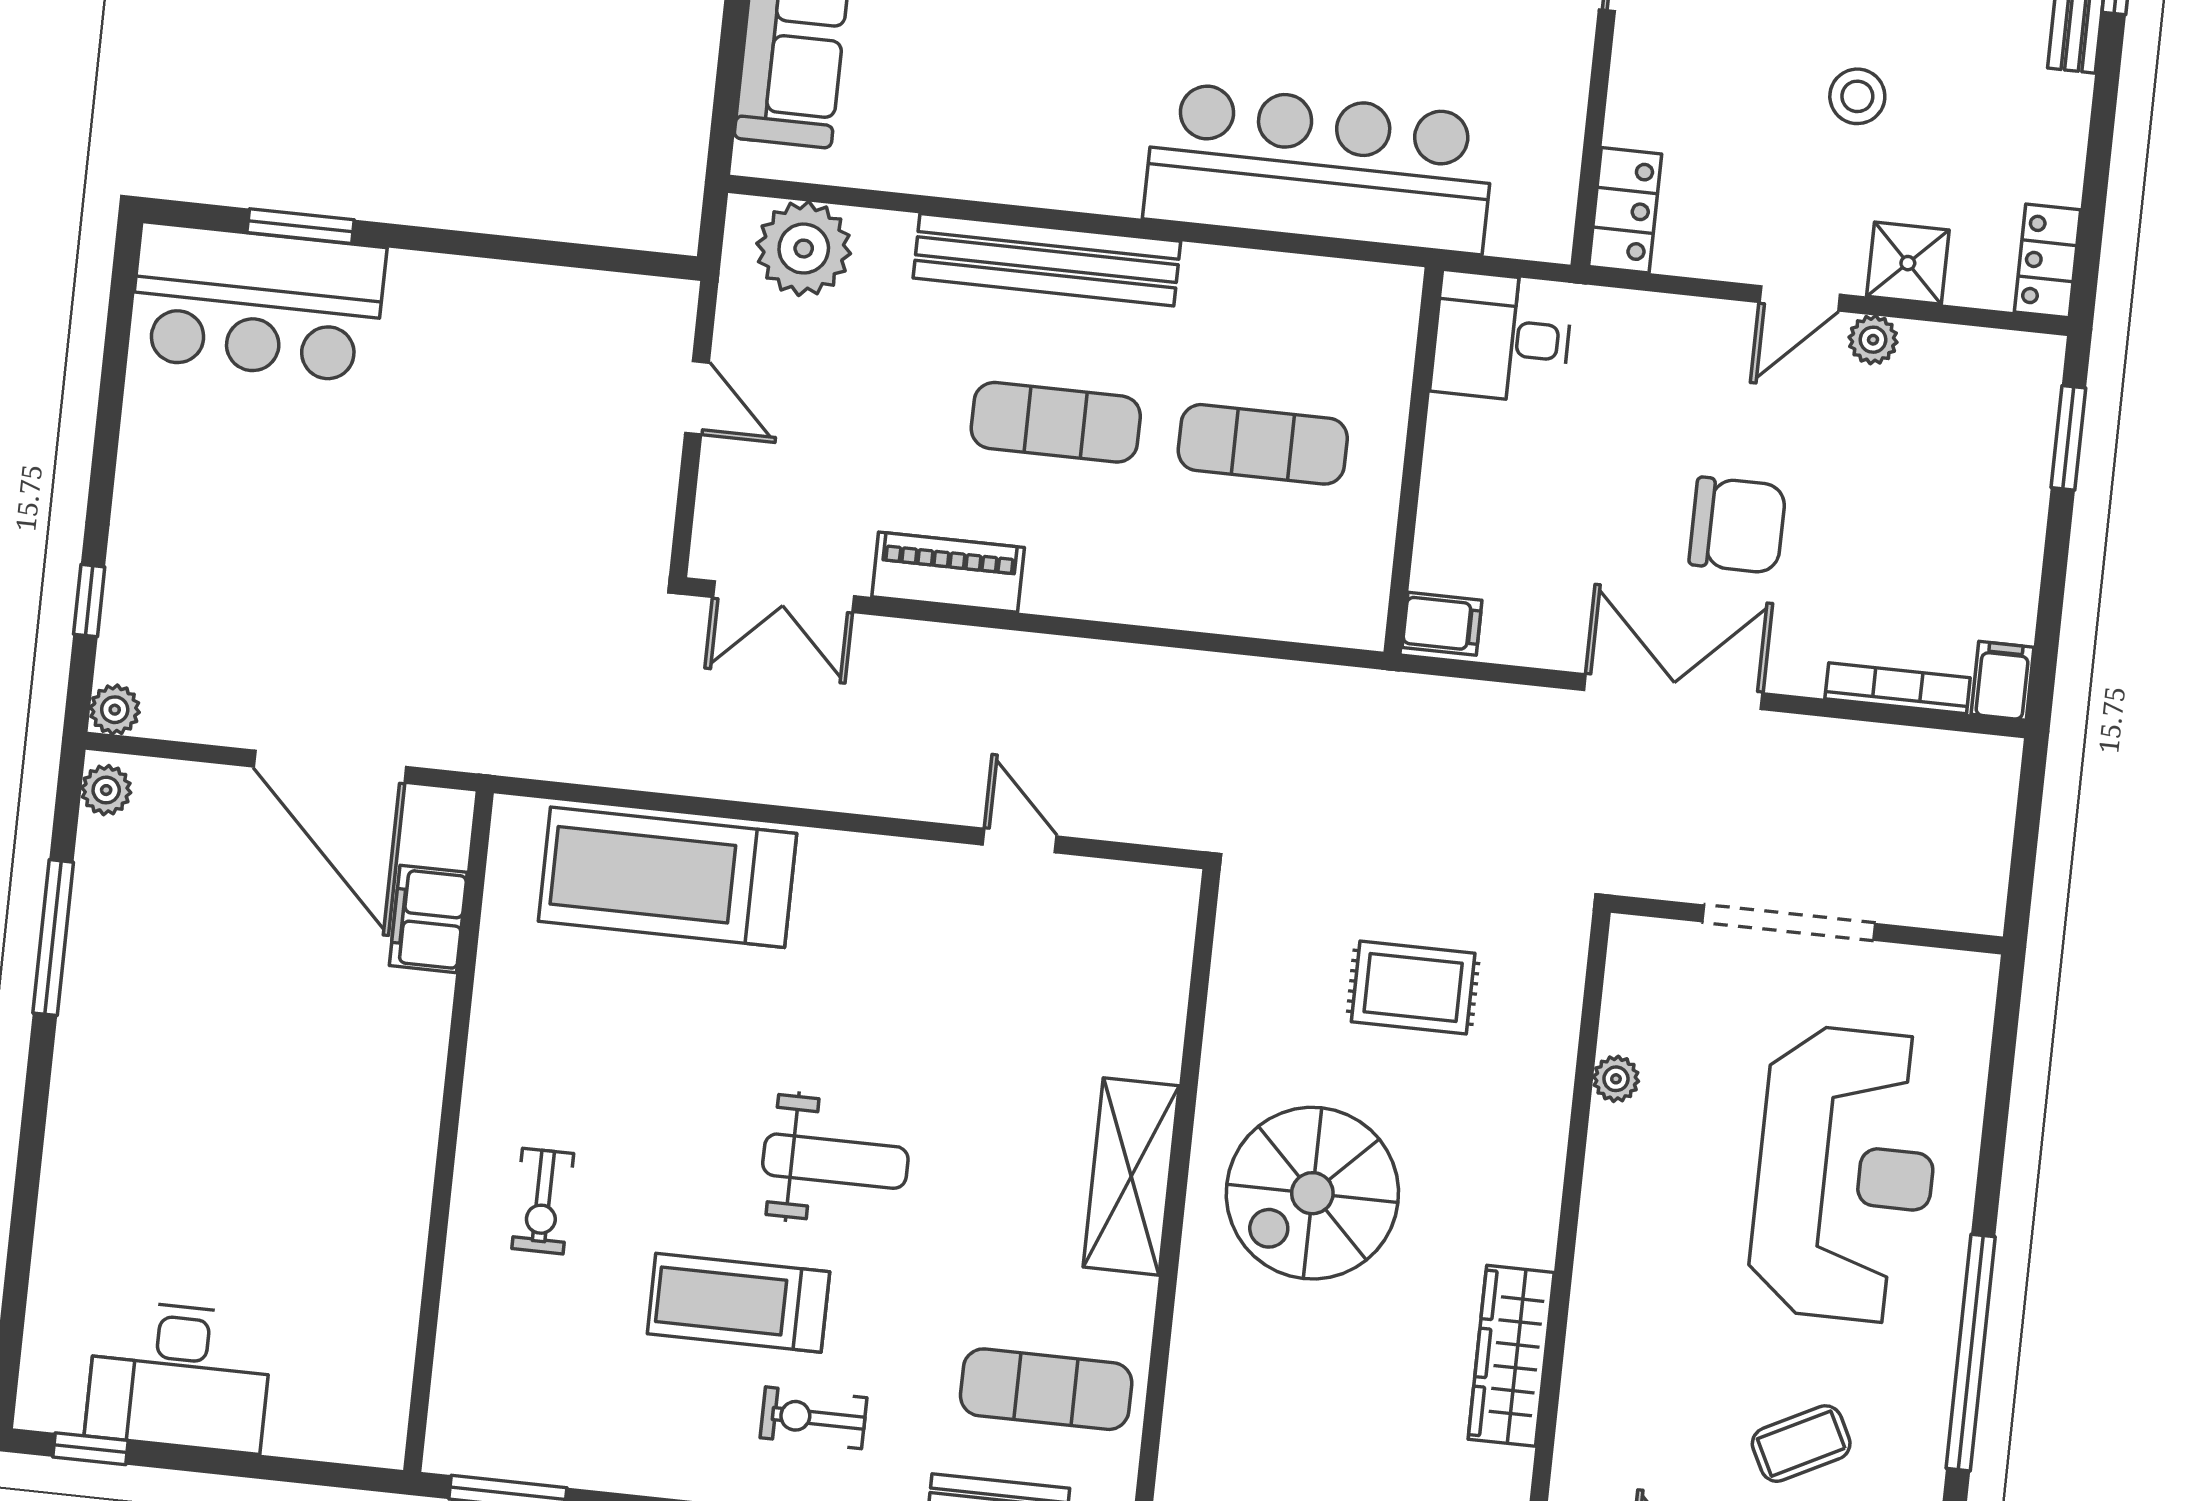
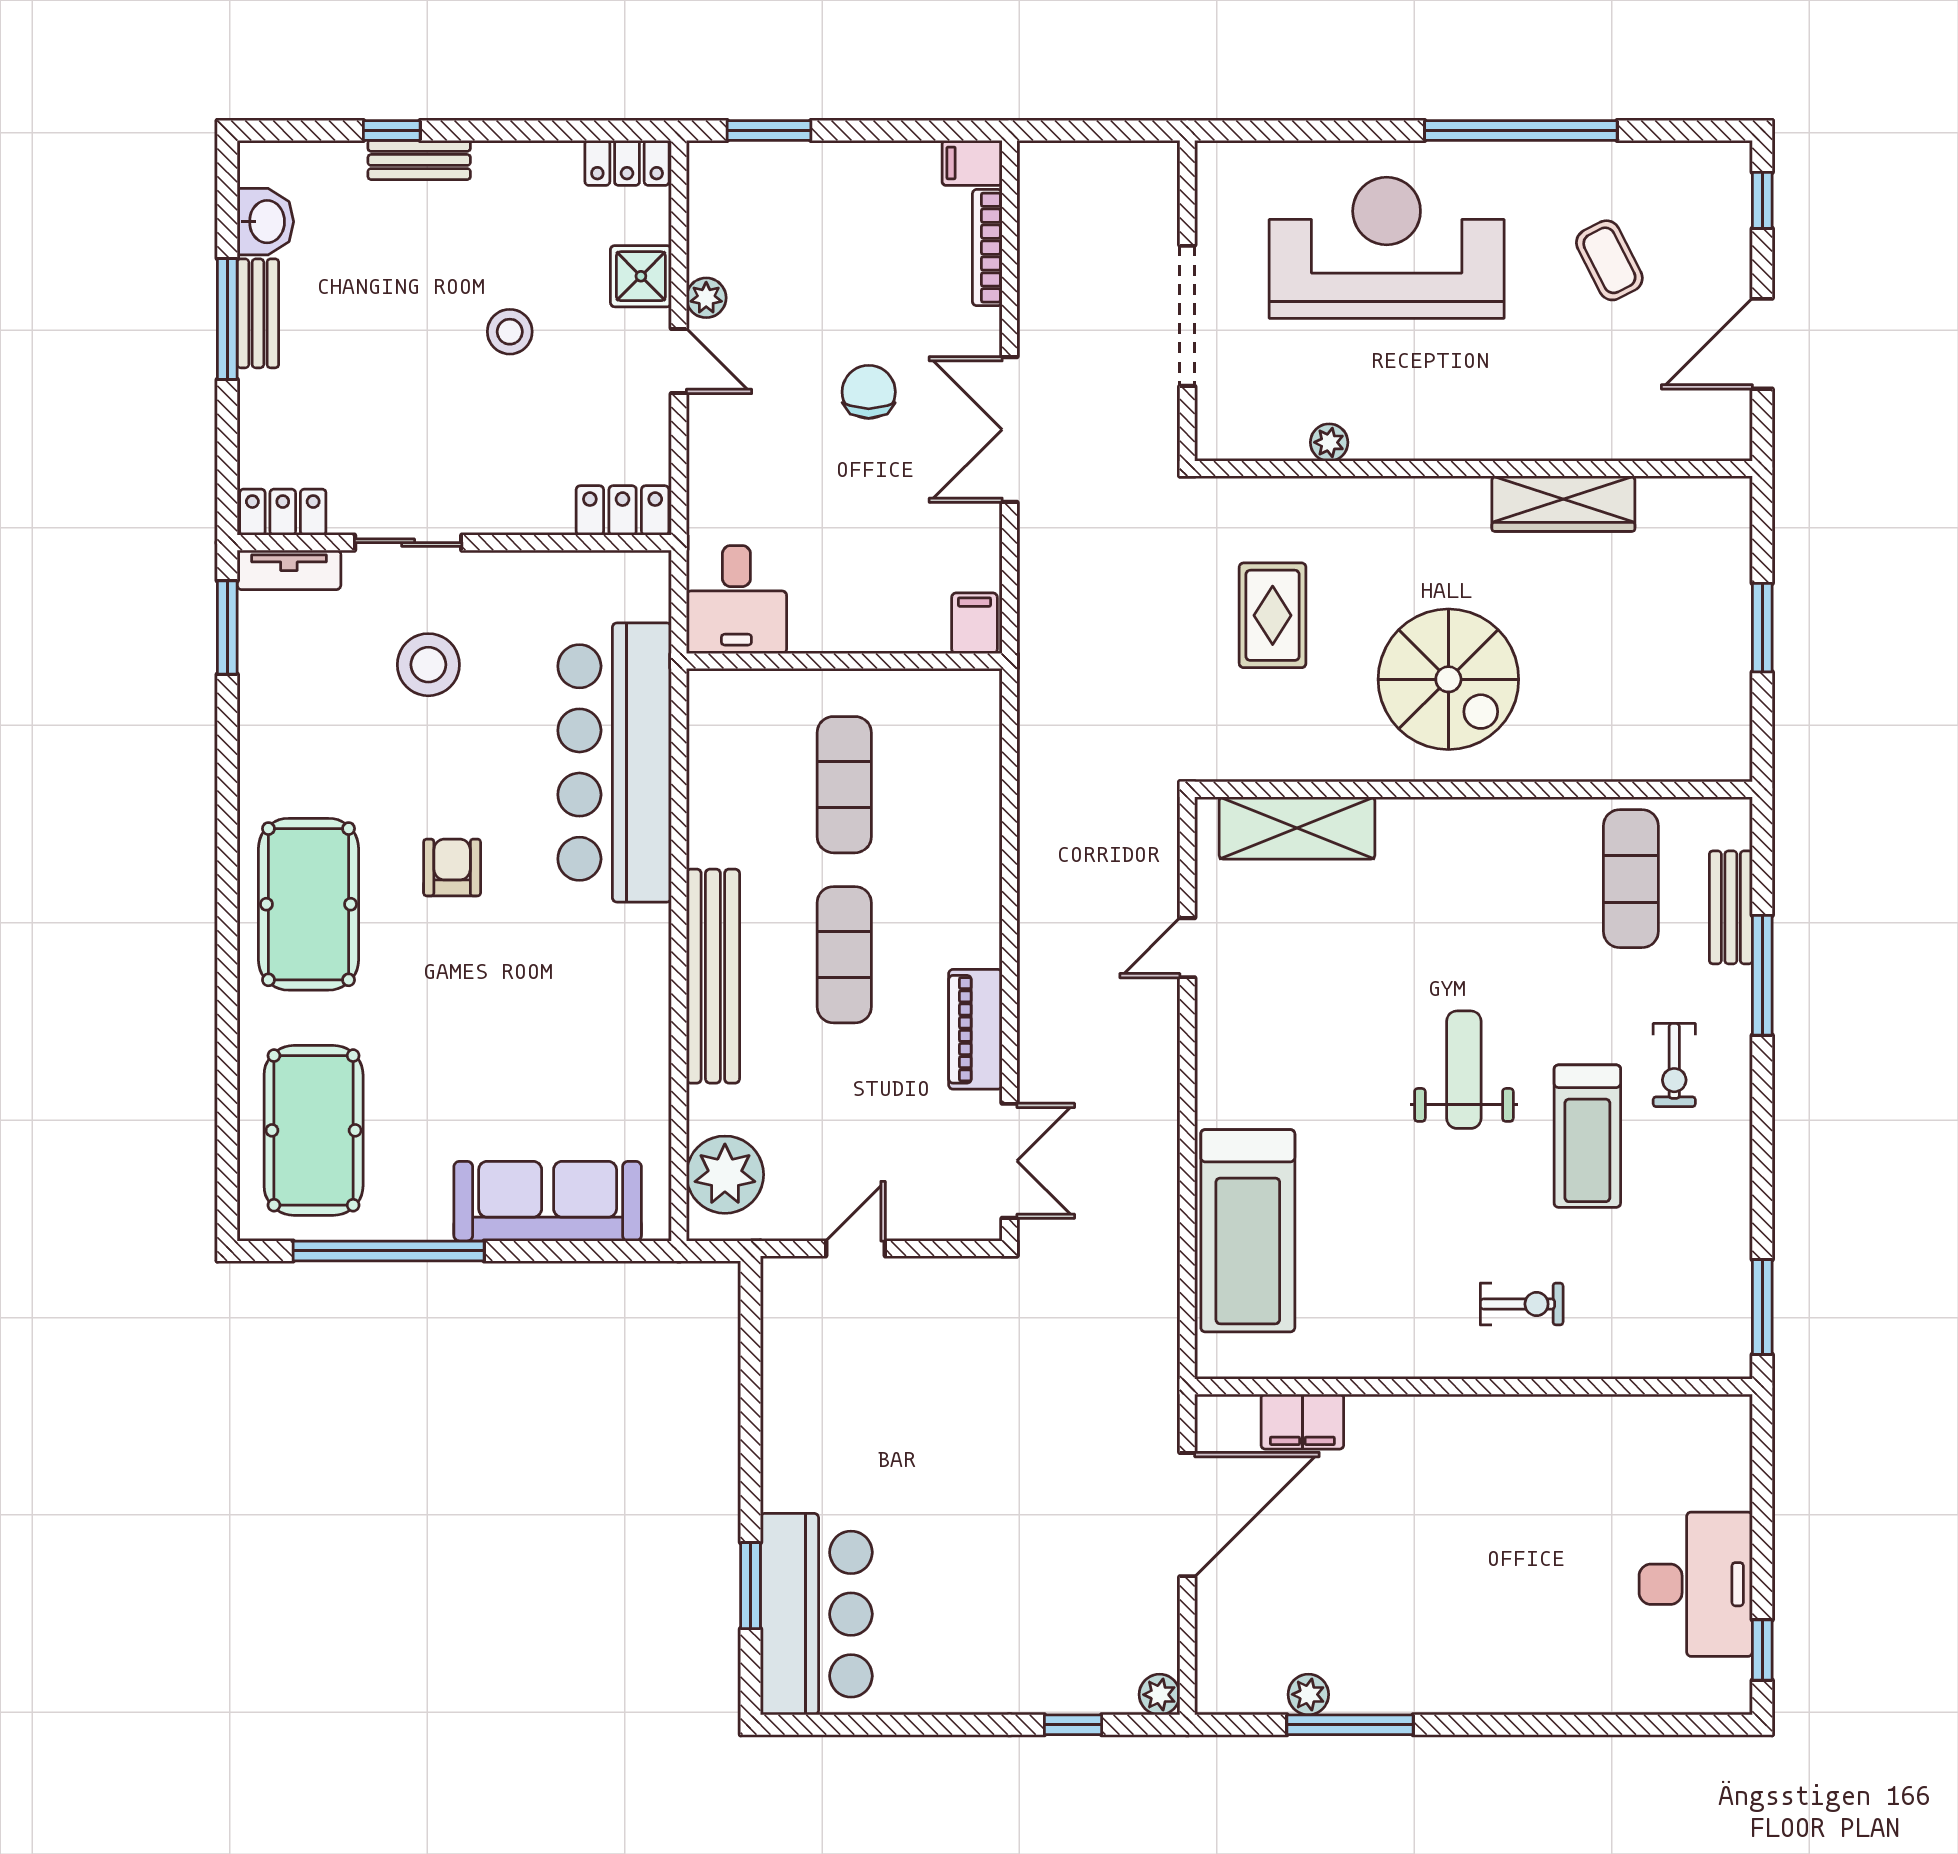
chair: (1737, 525) -> (869, 392), width x0.73, depth x0.73
plant: (106, 790) -> (1308, 1694), moved
shelving: (1131, 1176) -> (1297, 828), moved

